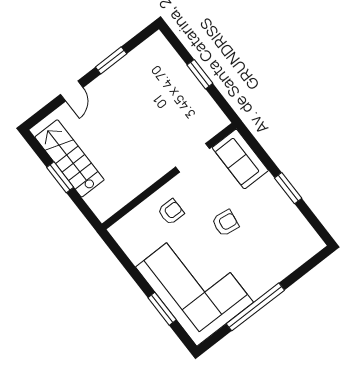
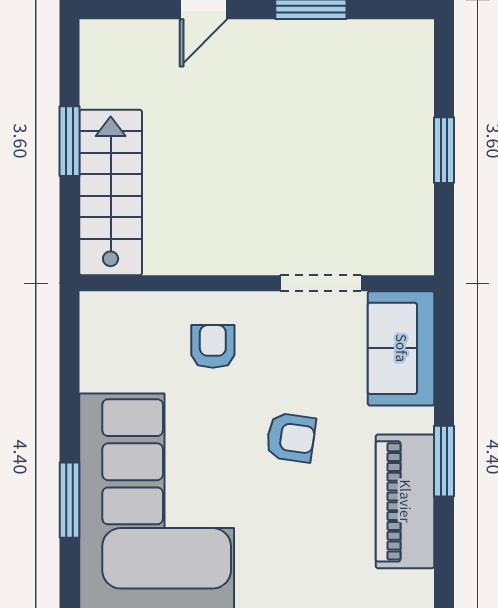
stairs: (70, 158) -> (111, 193), moved
armchair: (171, 212) -> (213, 346), turned -90
piano: (285, 214) -> (405, 501), added

